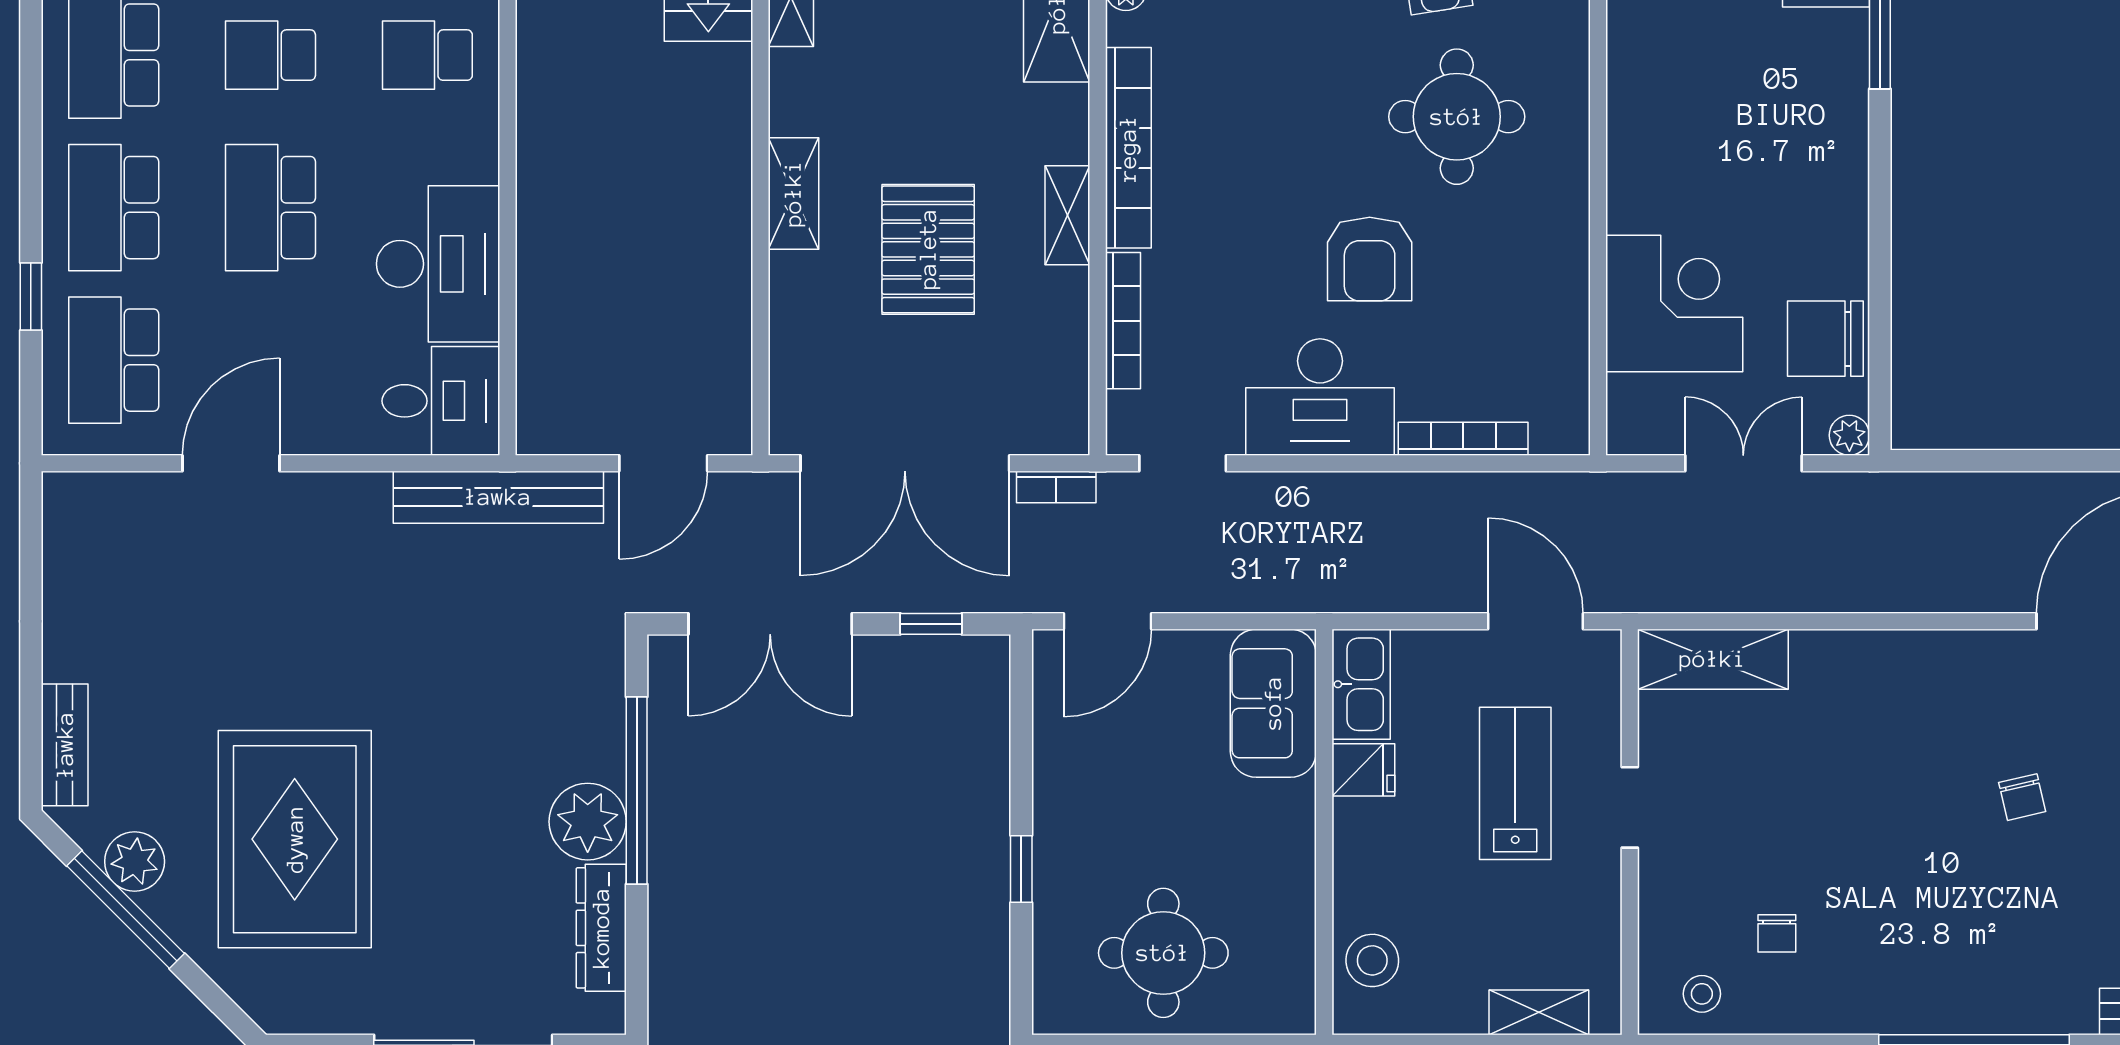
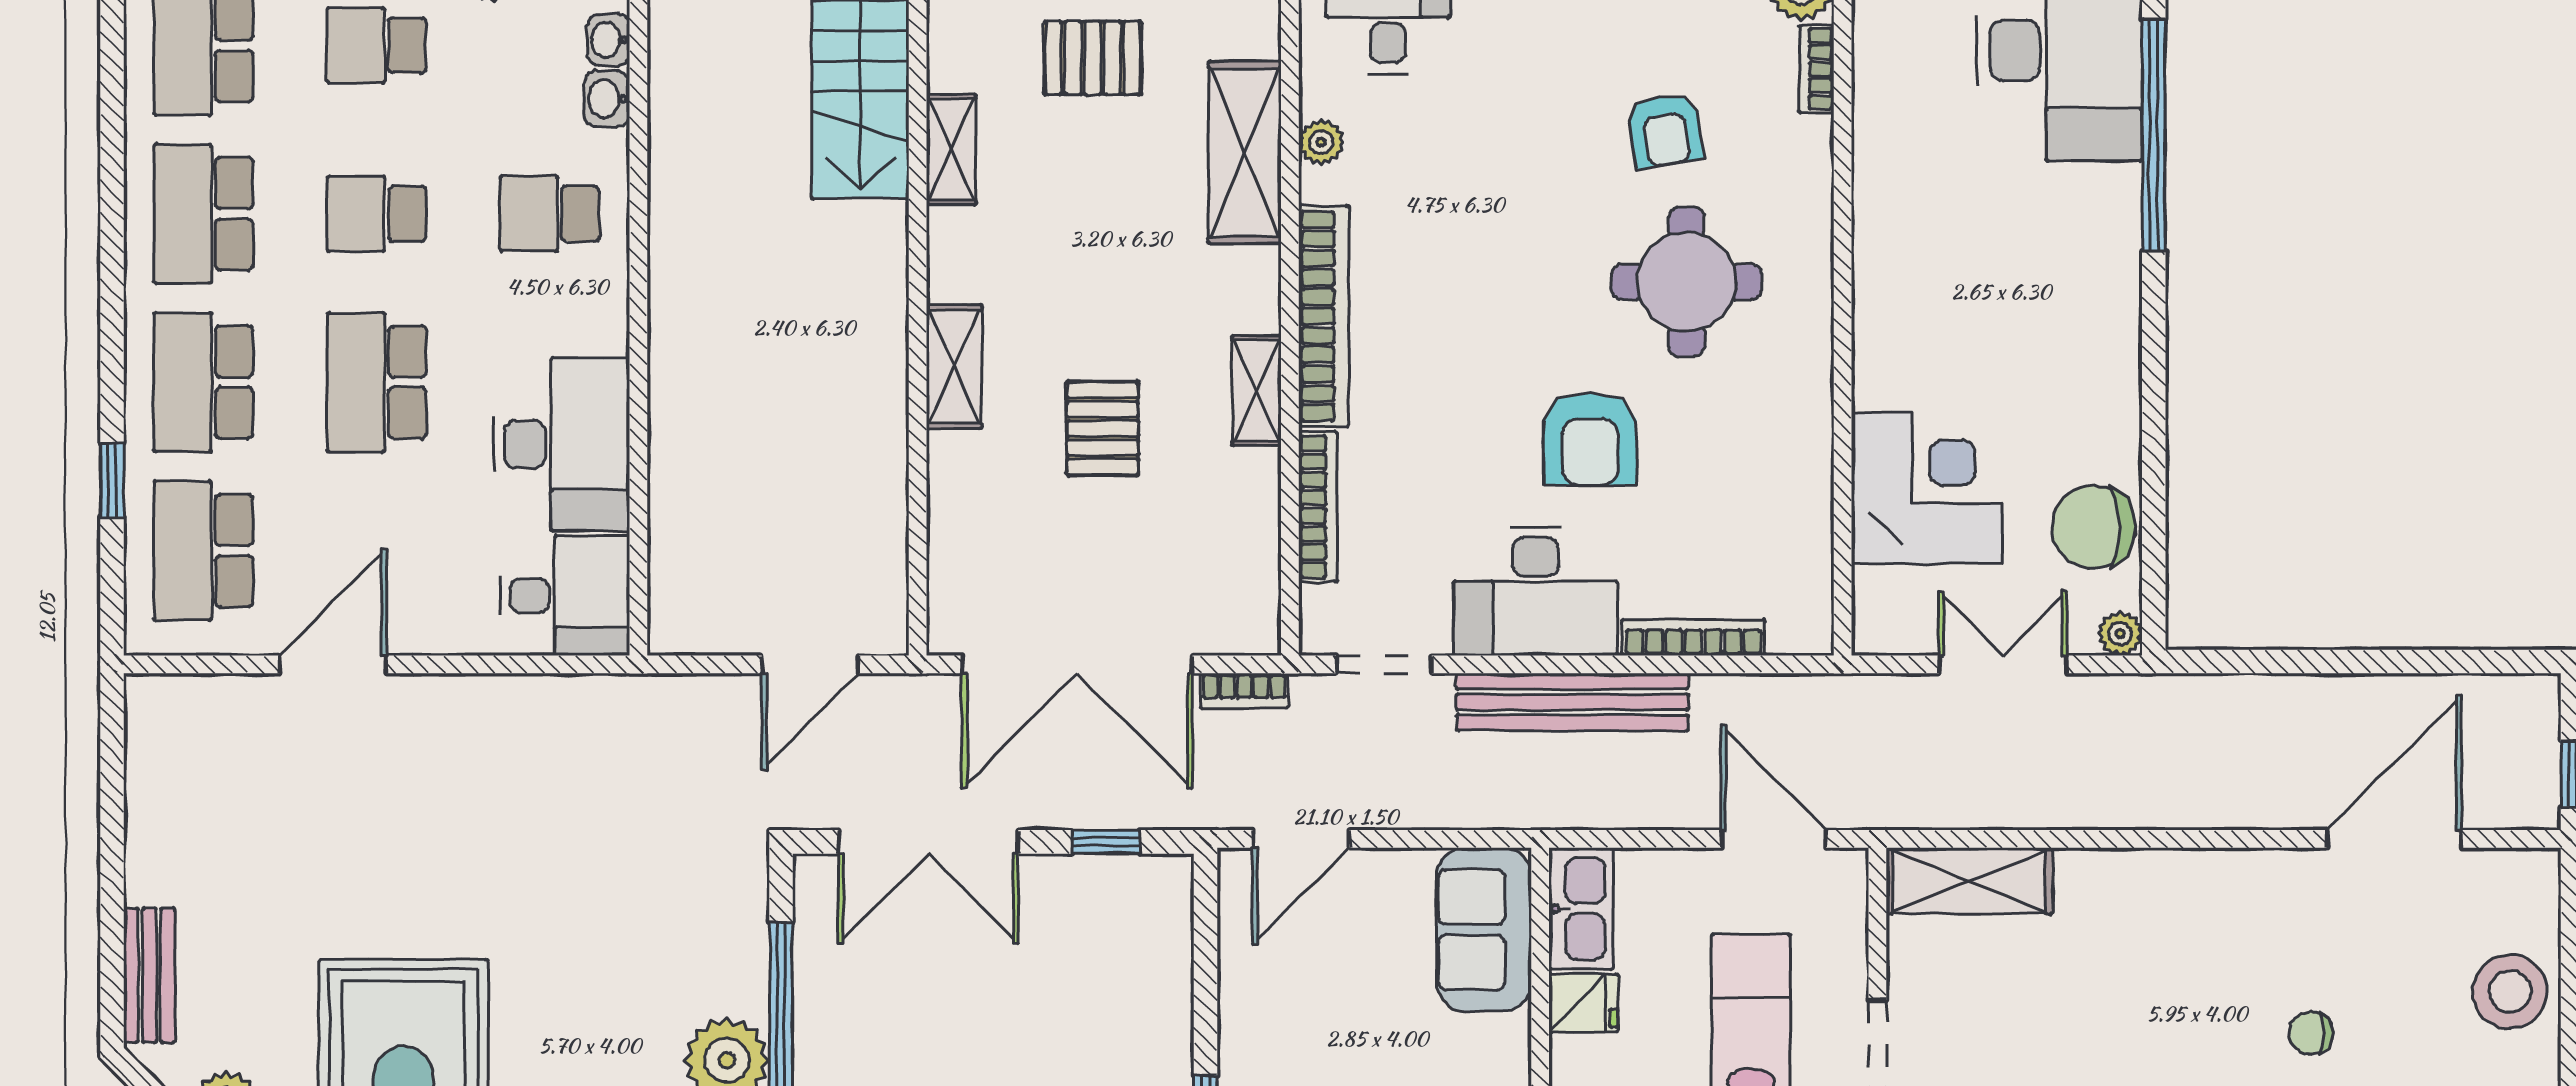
pallet: (928, 249) -> (1103, 428), width x0.67, depth x0.71
bench: (498, 497) -> (1572, 702), moved
chair: (2022, 797) -> (2311, 1033), turned 103

